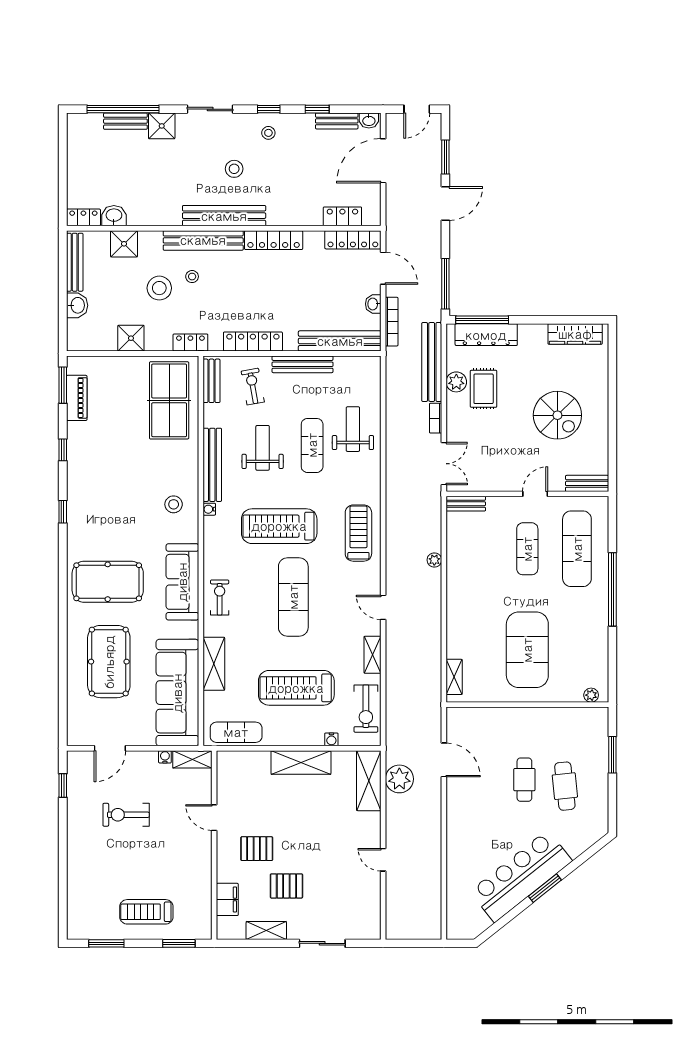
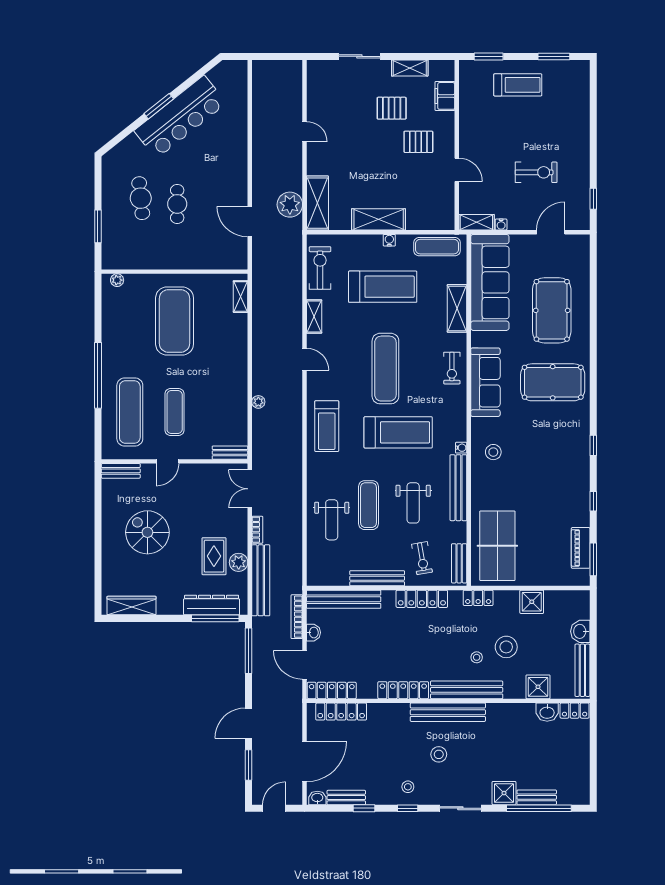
locker: (342, 216) -> (341, 712), width x1.53
water cooler: (331, 739) -> (389, 240), moved

